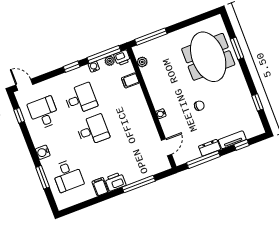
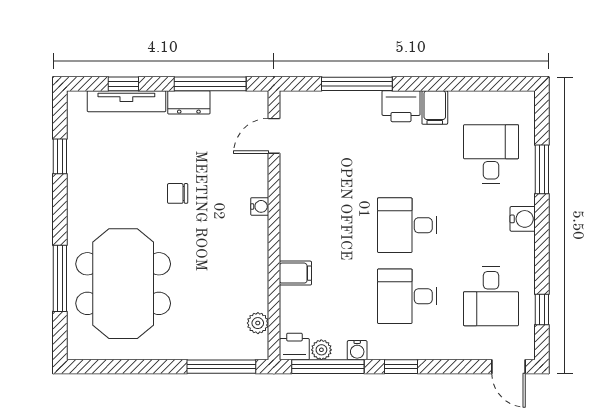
window: (237, 48) -> (60, 278), width x1.44
filing cabinet: (130, 80) -> (295, 273), moved
tv unit: (232, 140) -> (126, 101), width x1.41

